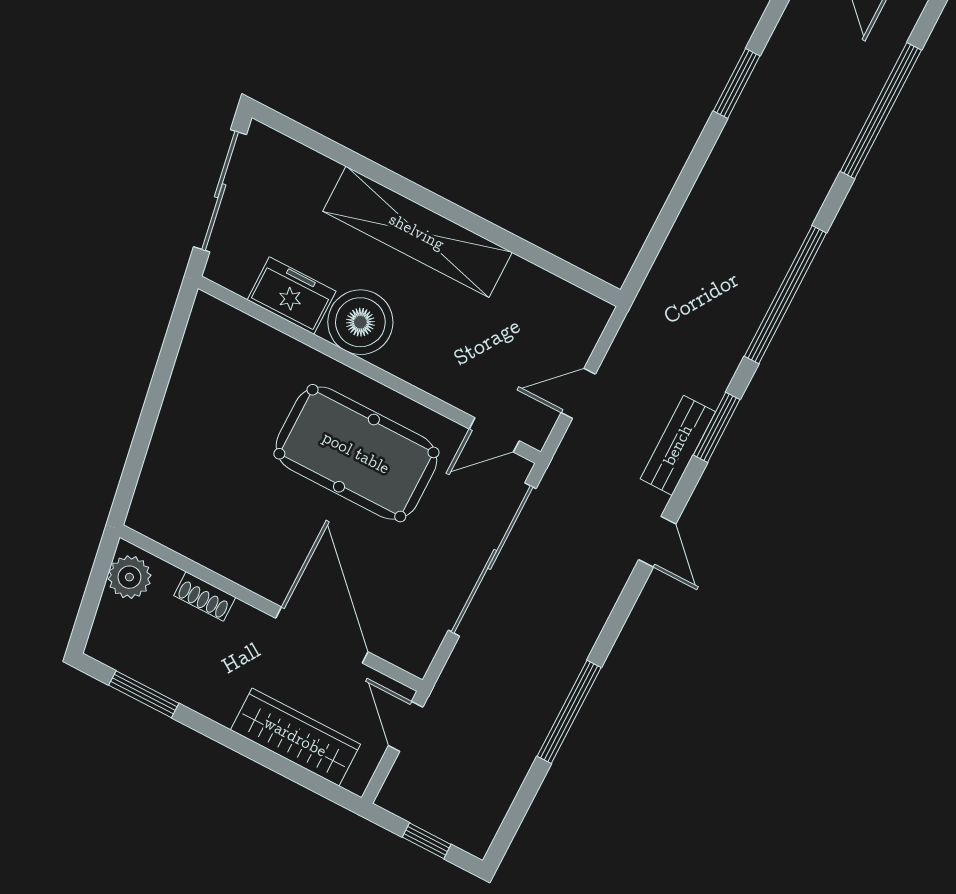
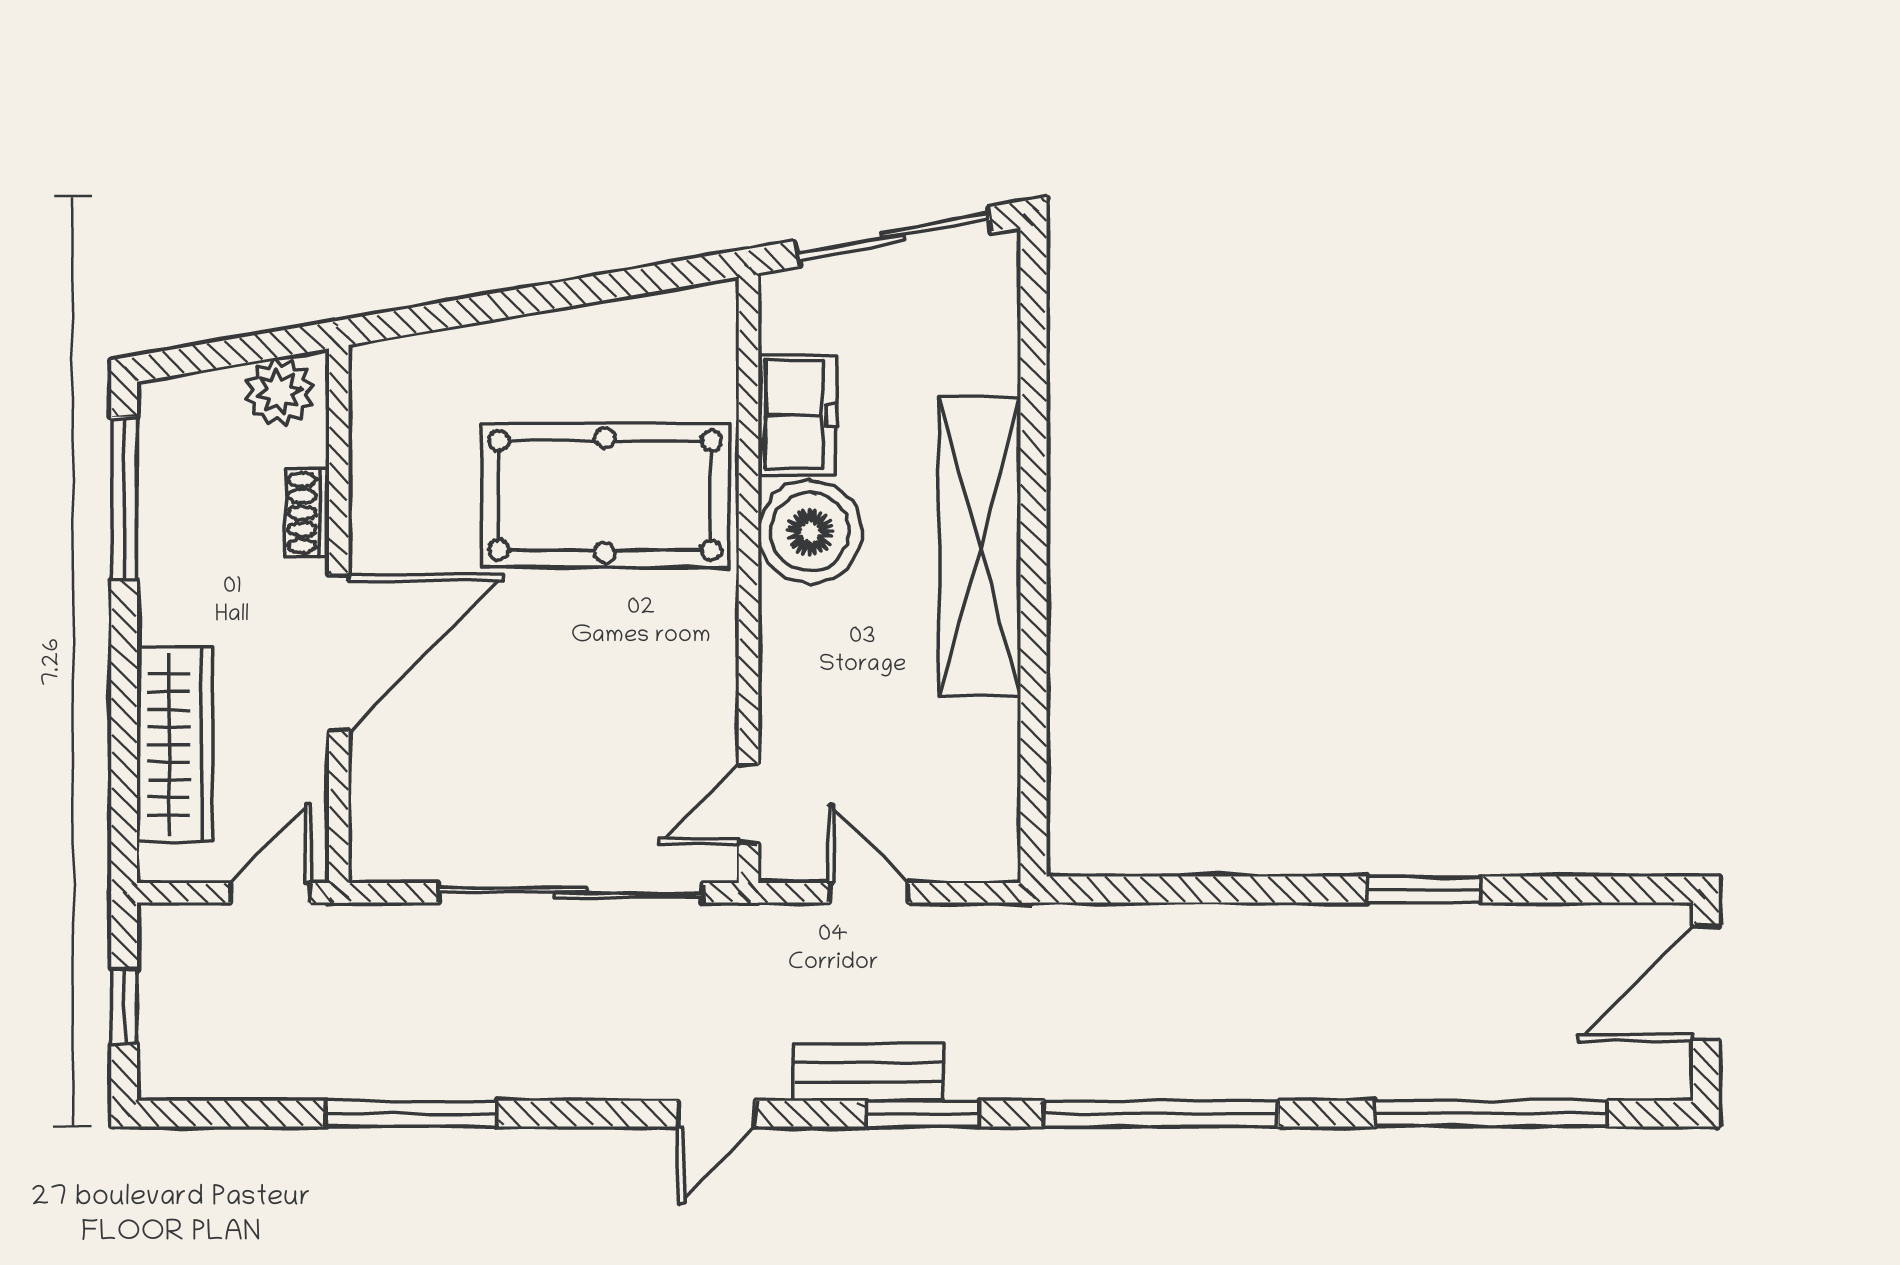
door: (494, 435) -> (749, 804), hinge flipped
pool table: (356, 453) -> (605, 495), moved, turned 90
door: (322, 635) -> (339, 653), moved
window: (144, 694) -> (124, 498), width x1.44

